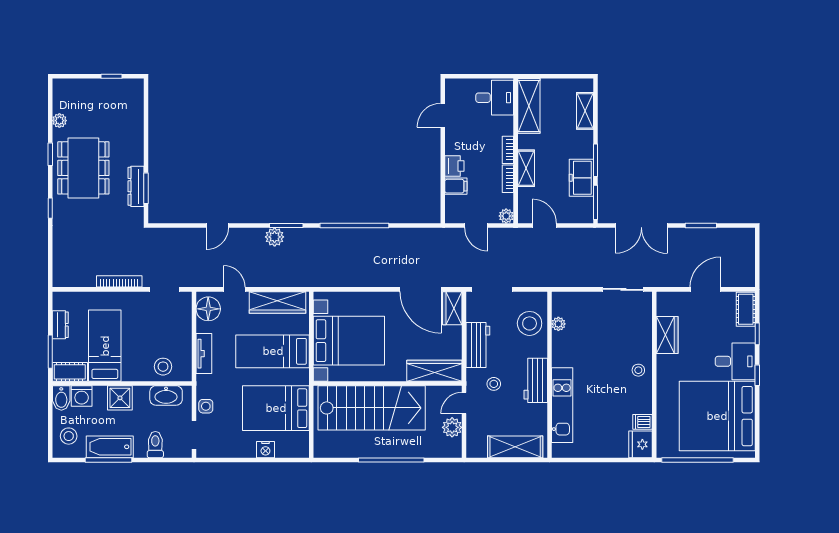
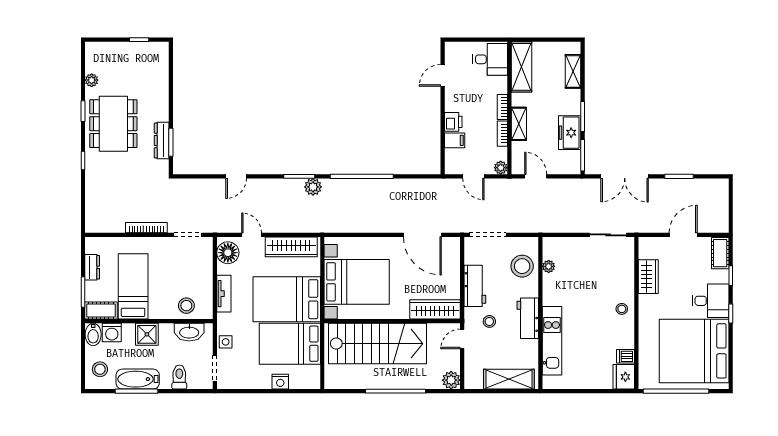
plant: (275, 237) -> (313, 187), moved
wardrobe: (452, 308) -> (451, 252), removed
bed: (273, 351) -> (287, 299), width x1.50
plant: (452, 427) -> (451, 380), moved

